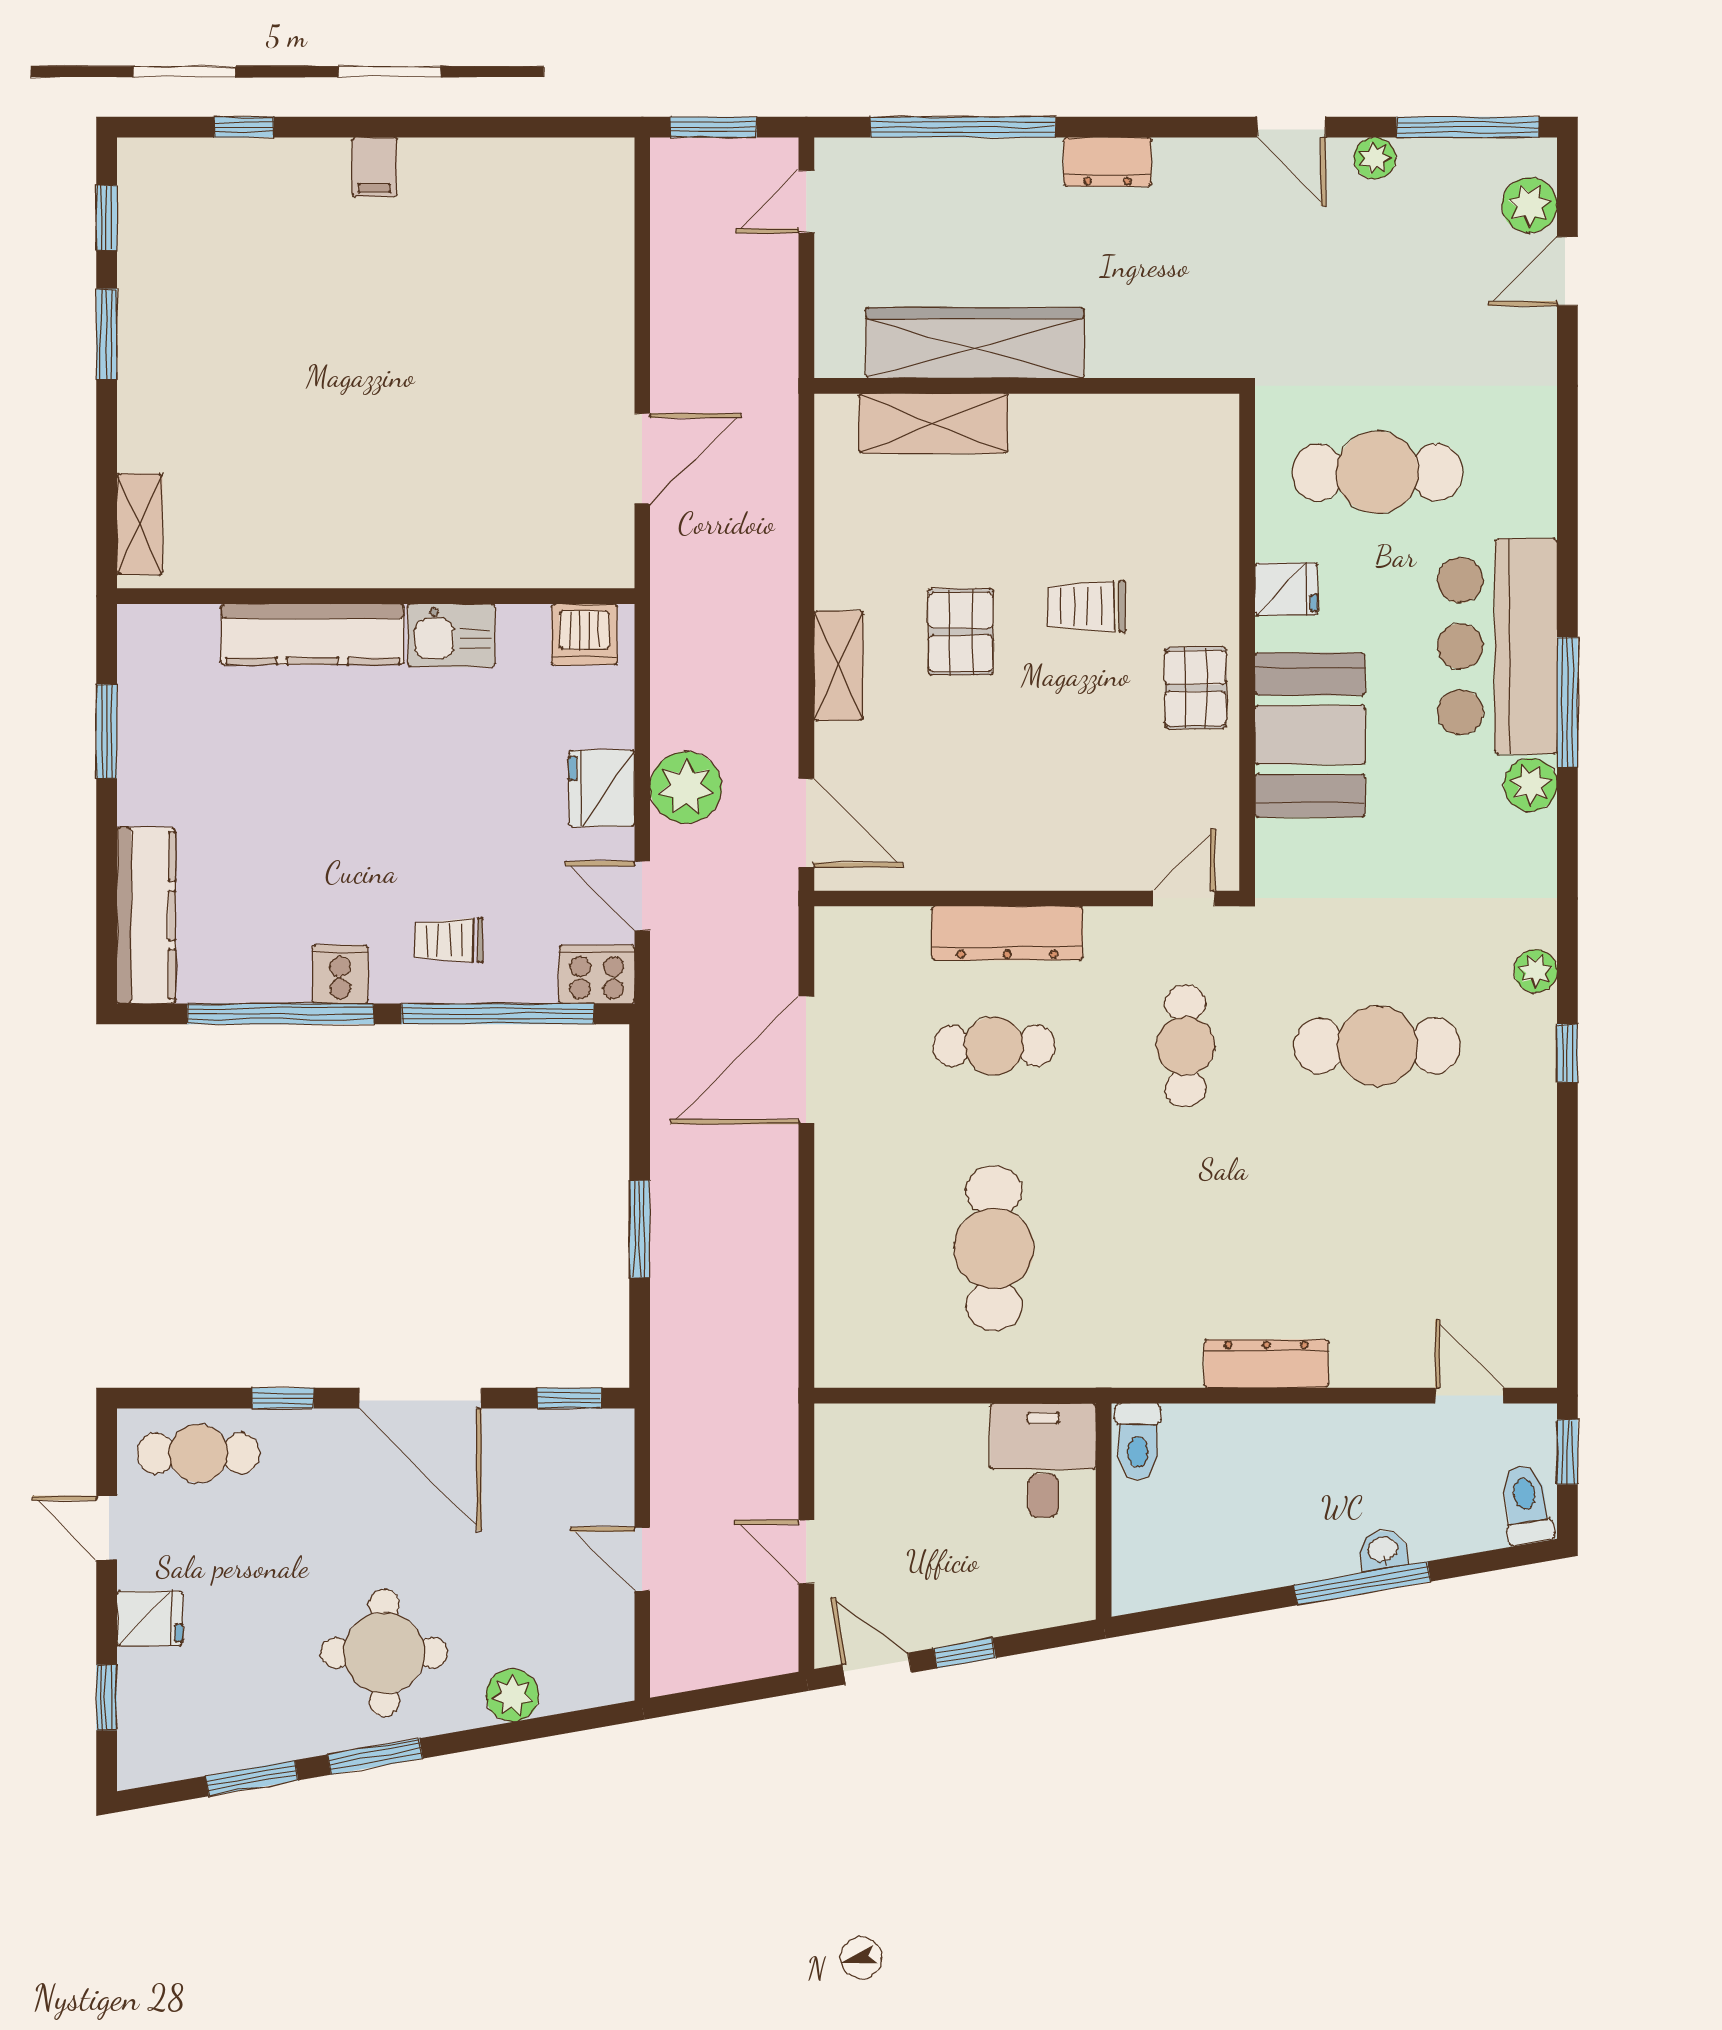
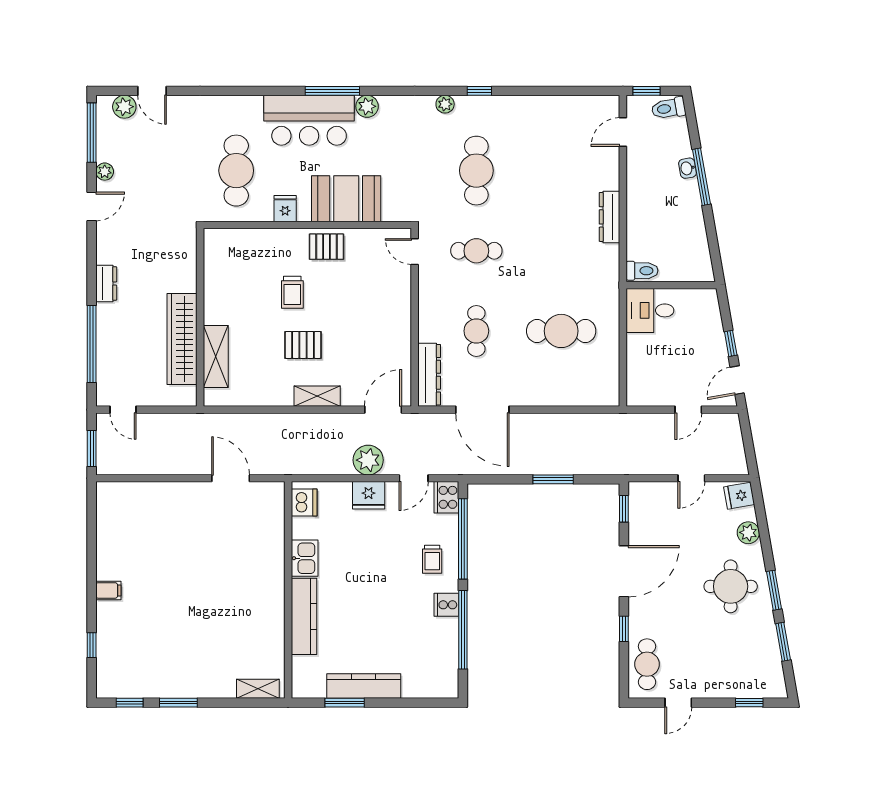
kitchen counter: (146, 915) -> (364, 686), moved
dresser: (1007, 933) -> (429, 375), moved
fridge: (150, 1618) -> (739, 496), moved, turned -100

